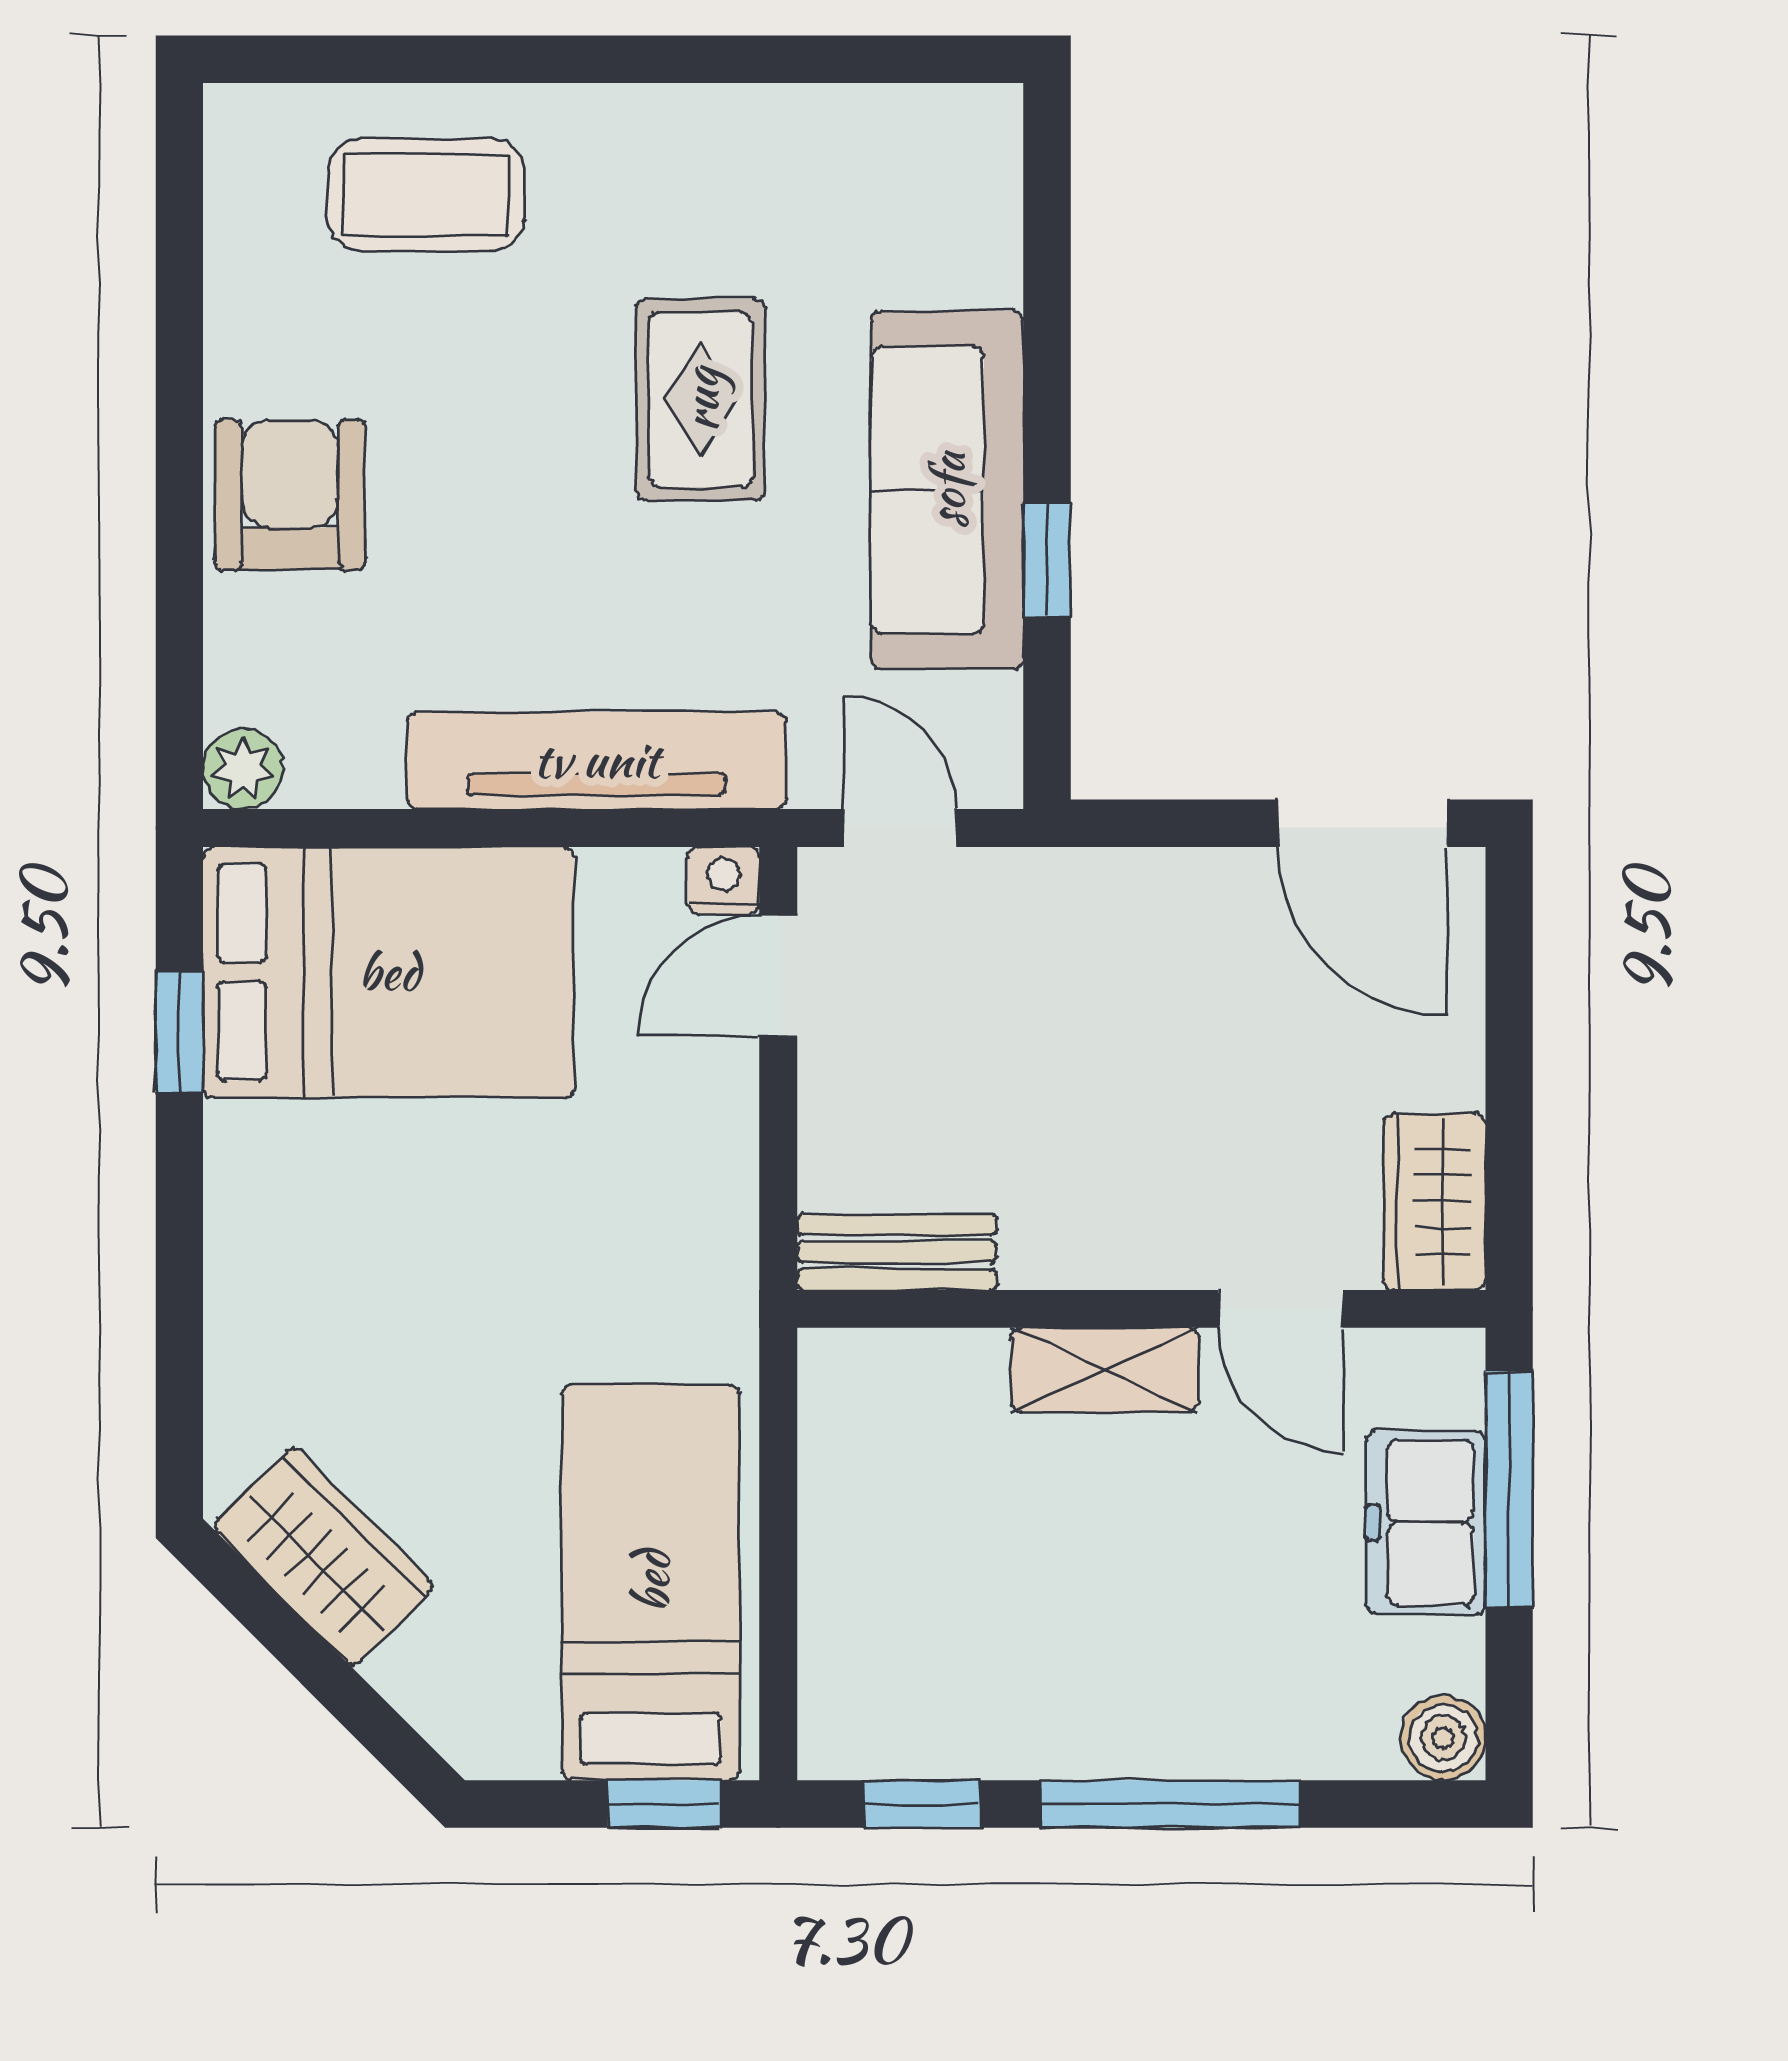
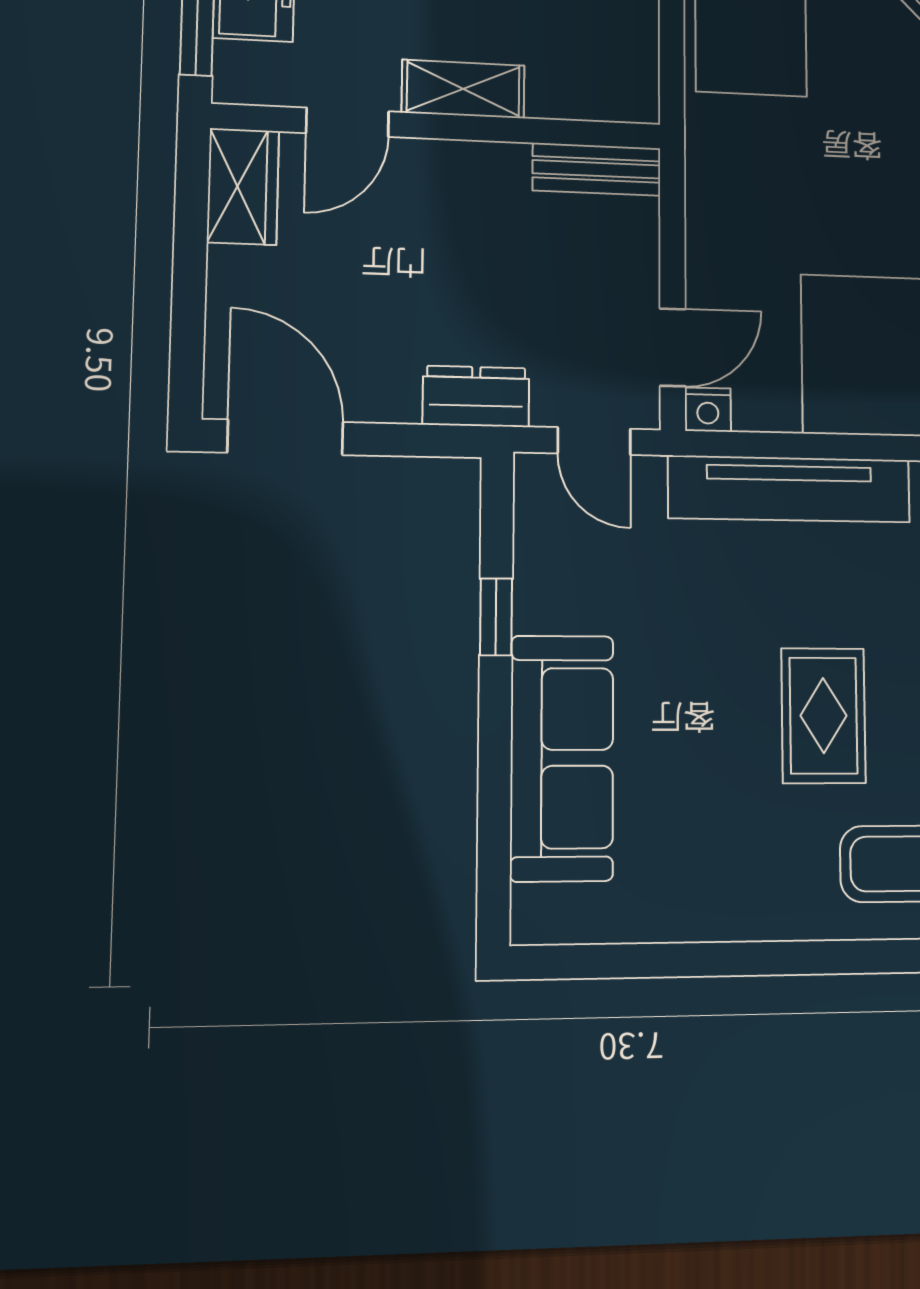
rug: (701, 400) -> (823, 716), moved
sofa: (947, 490) -> (562, 758), moved
dresser: (1080, 892) -> (476, 396), added
door: (1281, 1309) -> (348, 122), swing flipped

